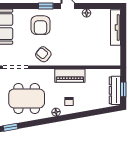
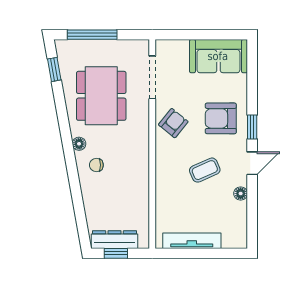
tv unit: (116, 27) -> (192, 241), moved
coffee table: (72, 35) -> (205, 170), added
piano: (70, 76) -> (138, 166), removed

